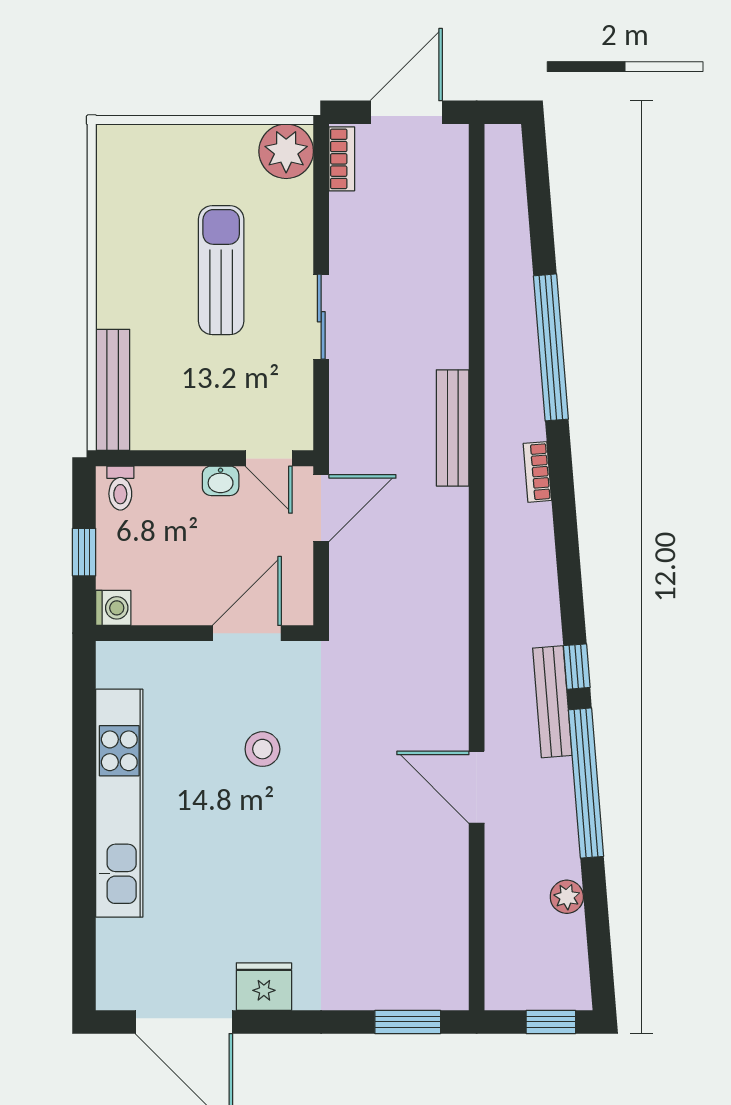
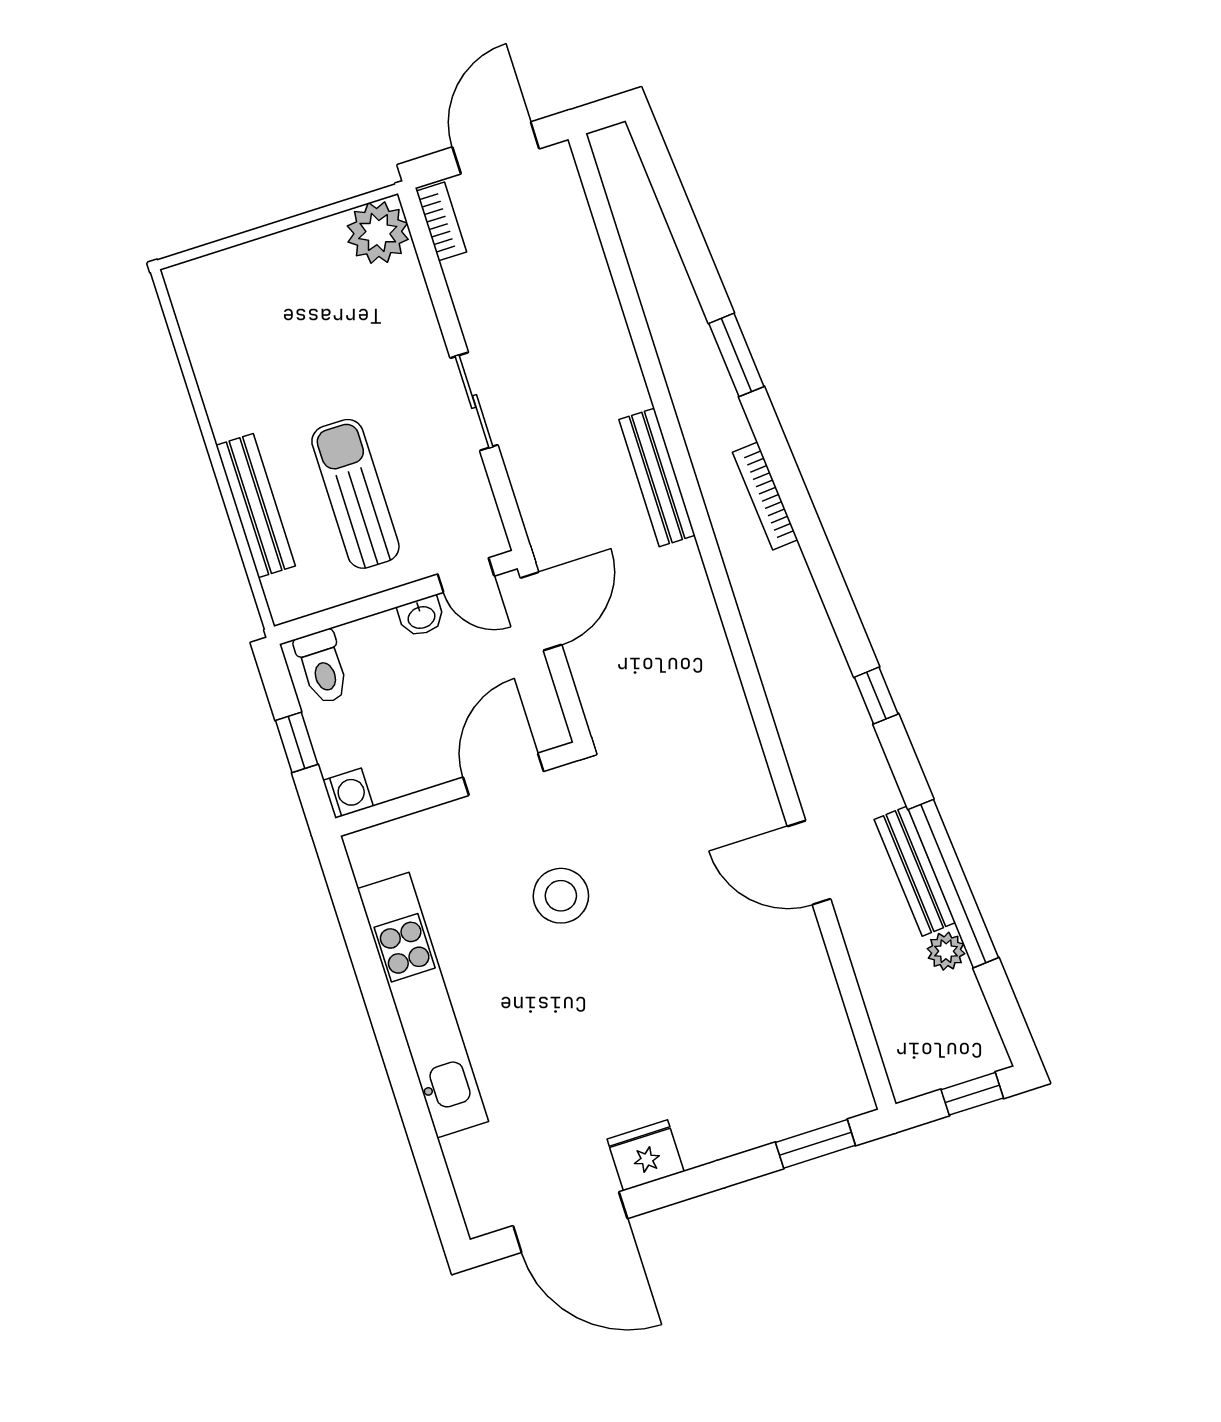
sun lounger: (221, 270) -> (355, 494), moved
window: (551, 347) -> (736, 355), width x0.47
bench: (113, 390) -> (256, 506), moved
bookcase: (537, 472) -> (765, 496), width x1.56
toilet: (120, 488) -> (322, 667), width x1.37, depth x1.39
bench: (552, 702) -> (915, 871), moved
stool: (262, 749) -> (561, 896), width x1.38, depth x1.38
window: (586, 783) -> (953, 884), moved

